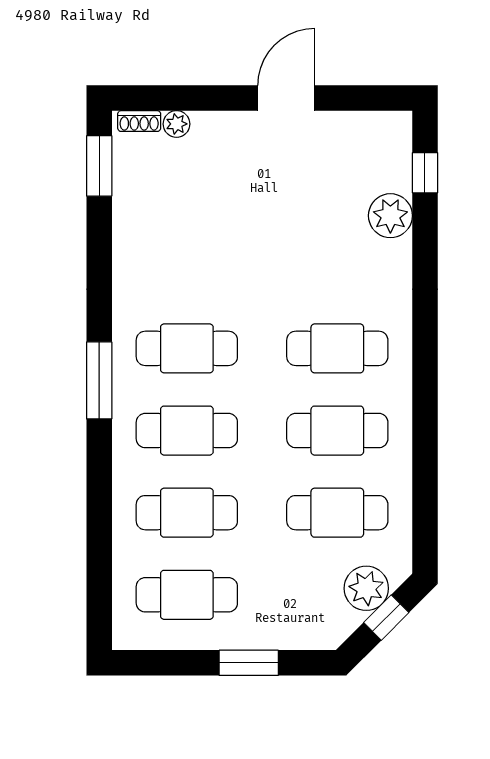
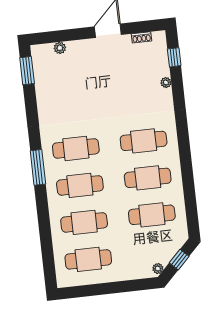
shoe rack: (139, 121) -> (141, 37), moved
plant: (390, 216) -> (166, 83), width x0.53, depth x0.53
plant: (366, 588) -> (158, 269), moved, width x0.53, depth x0.53
window: (249, 663) -> (120, 287), removed

